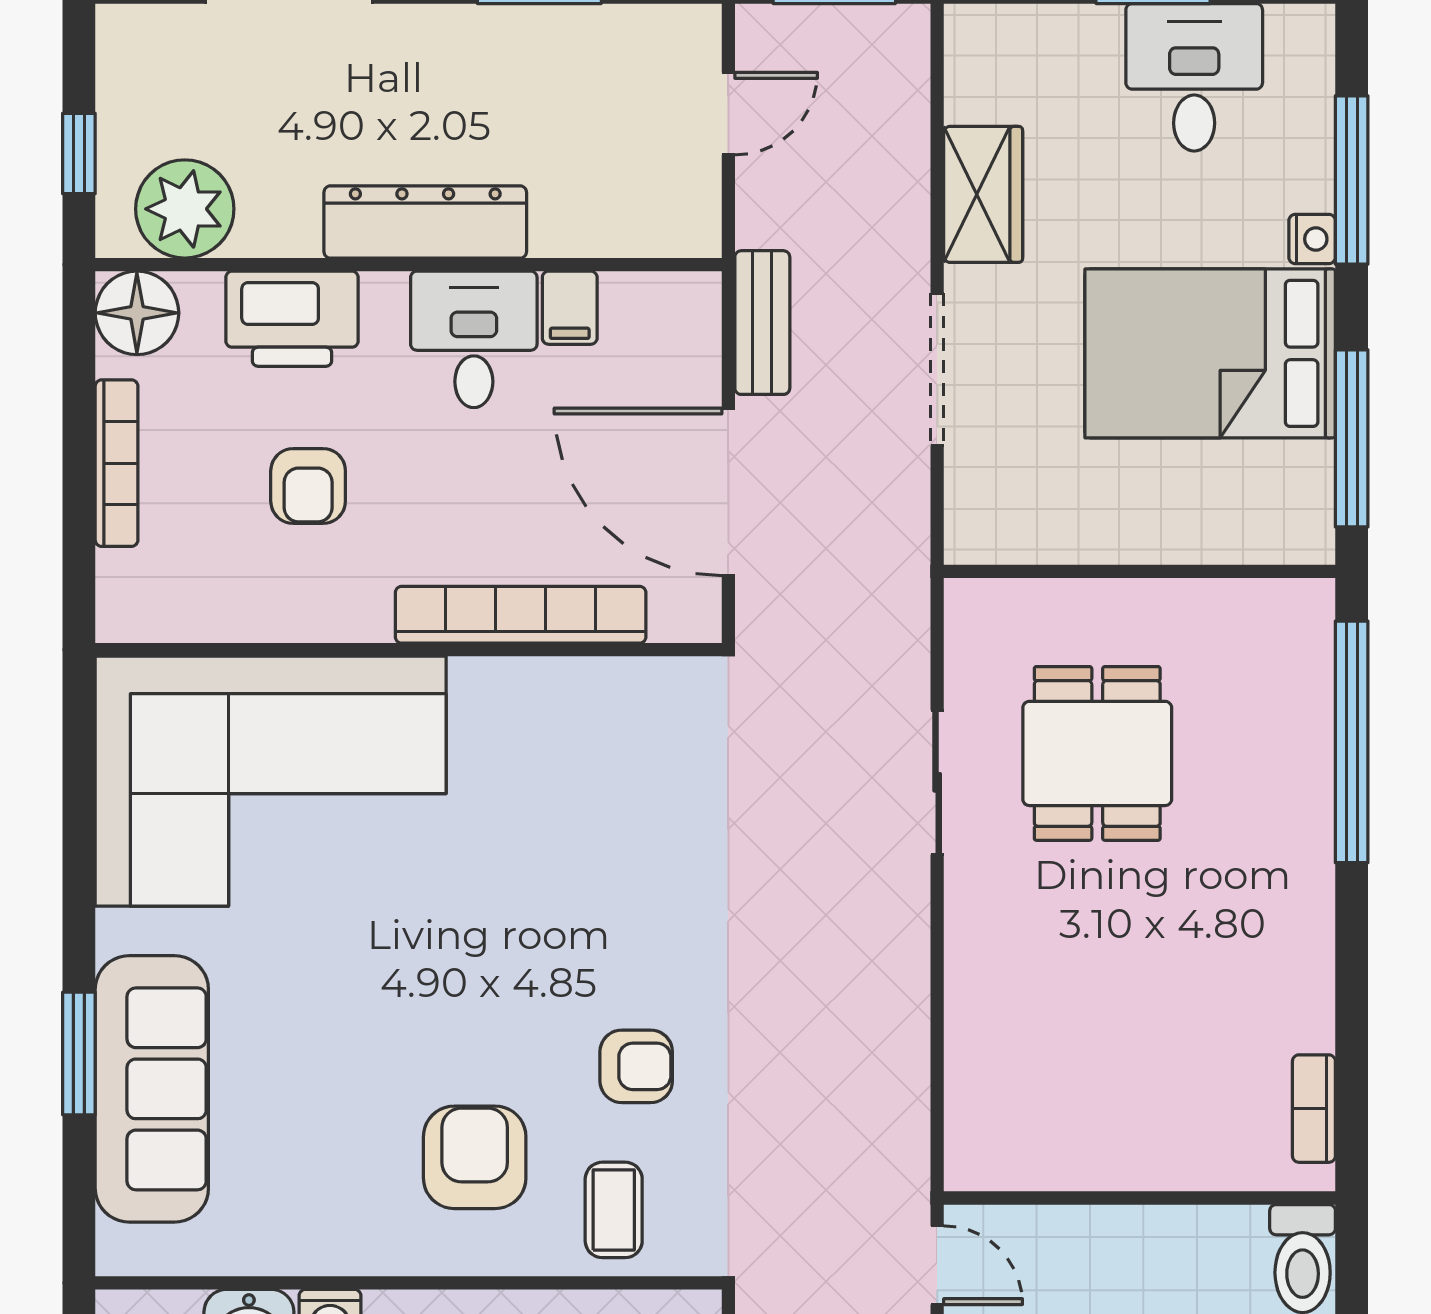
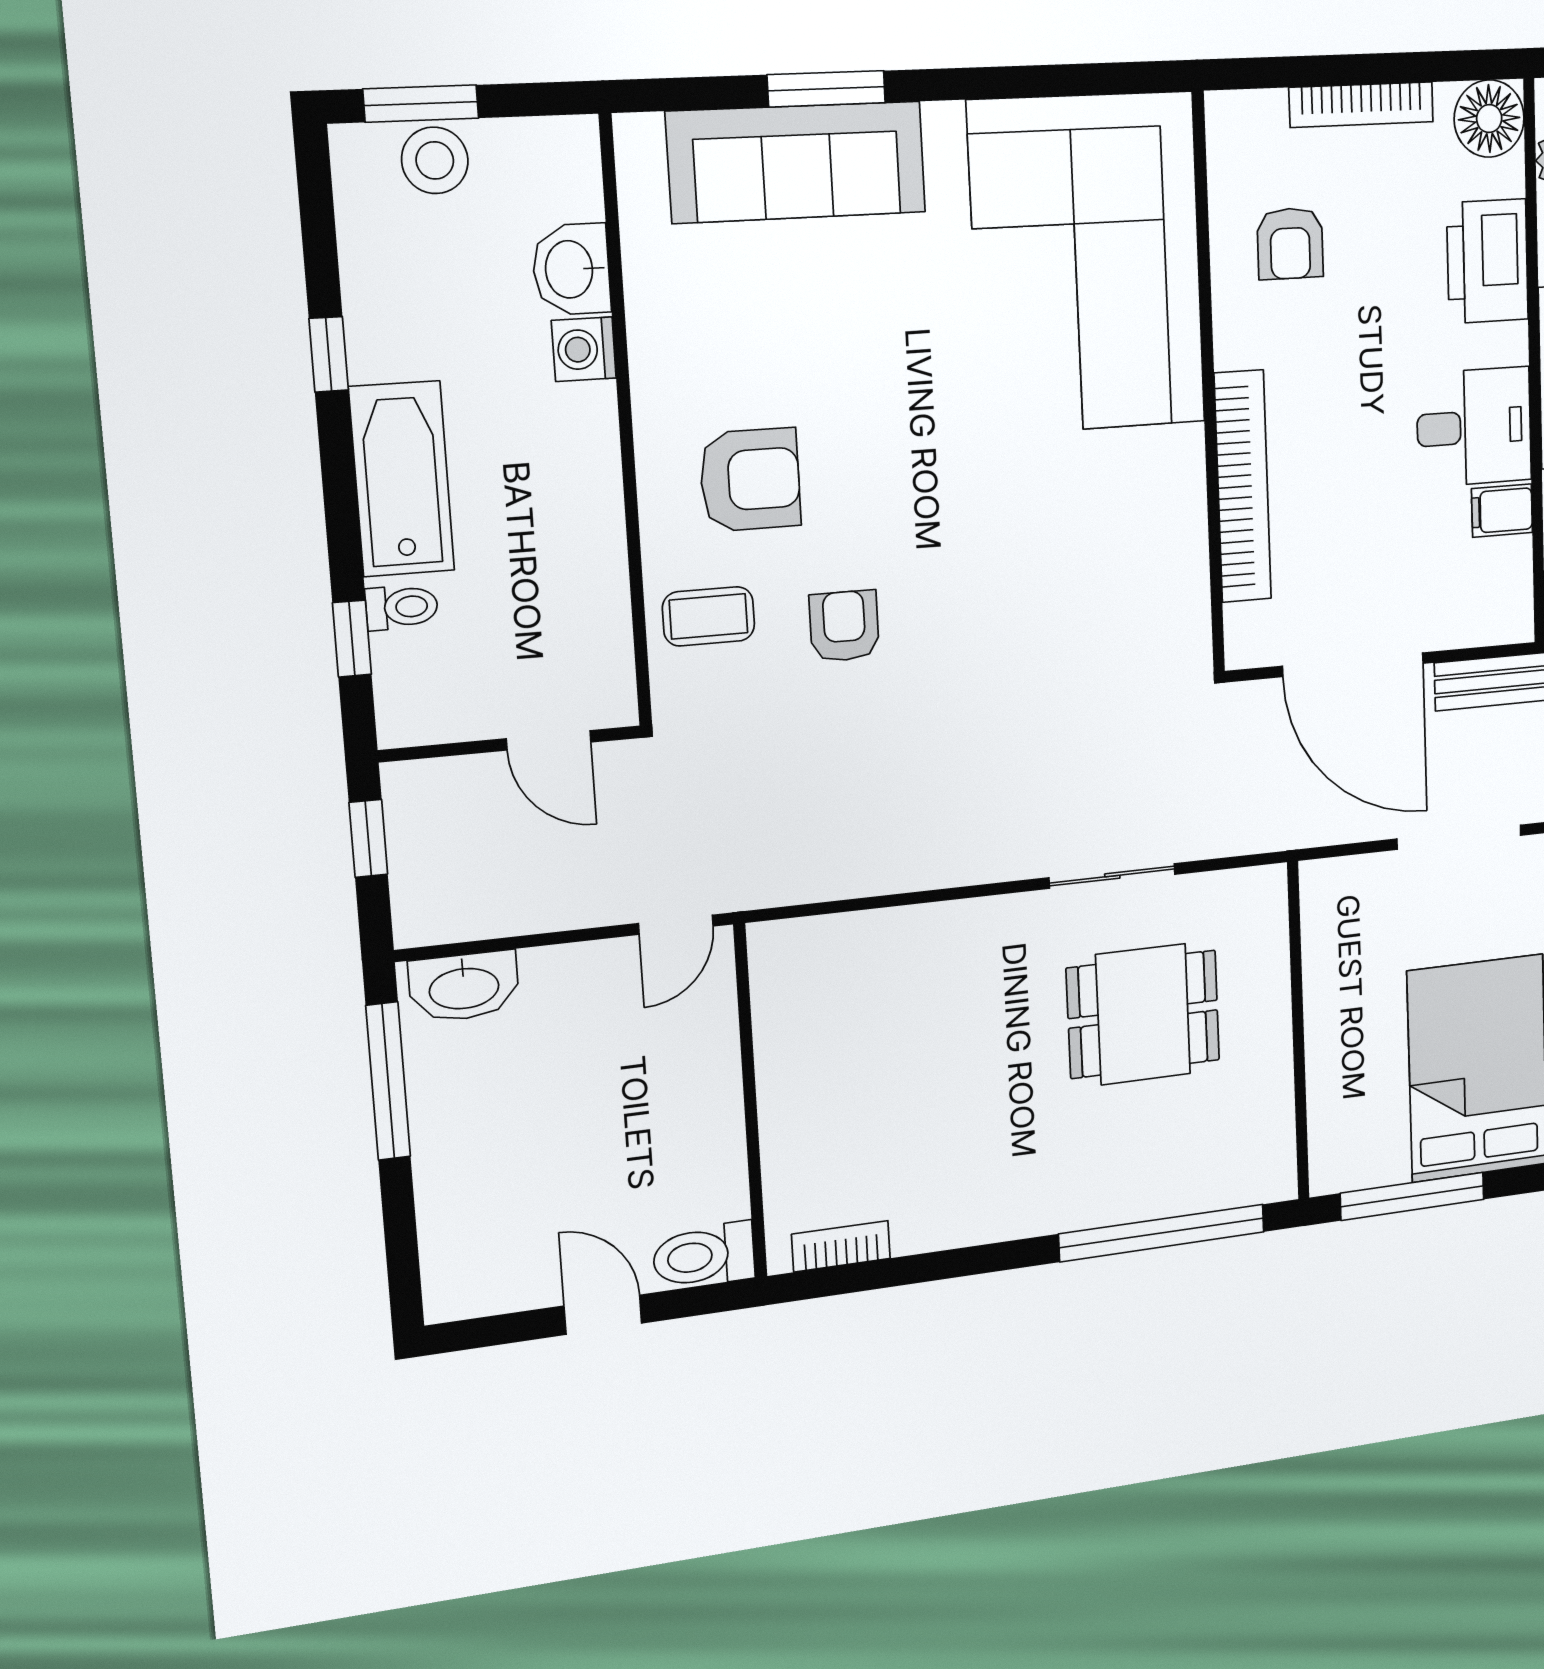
armchair: (308, 486) -> (1290, 243), moved, turned -90
door: (728, 492) -> (1353, 665), swing flipped
armchair: (636, 1066) -> (844, 626), turned 180

